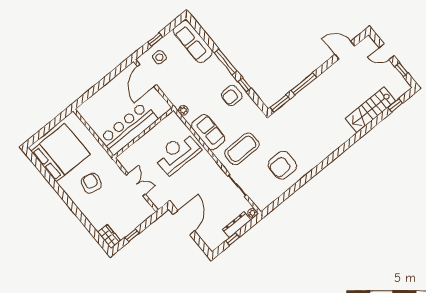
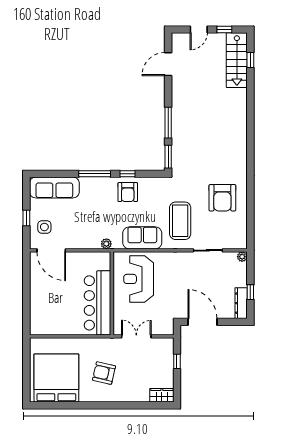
stairs: (370, 110) -> (237, 60), moved
bar counter: (129, 128) -> (97, 303), moved
wall: (144, 133) -> (112, 293), moved
dresser: (237, 225) -> (241, 303), moved
window: (132, 235) -> (177, 361), moved

